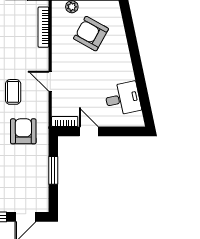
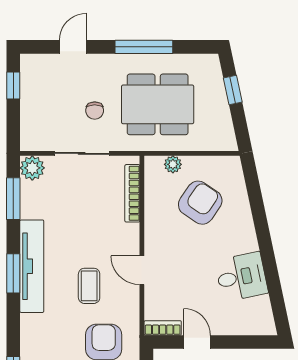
armchair: (91, 34) -> (200, 203), turned 95
desk: (123, 99) -> (241, 277), moved

